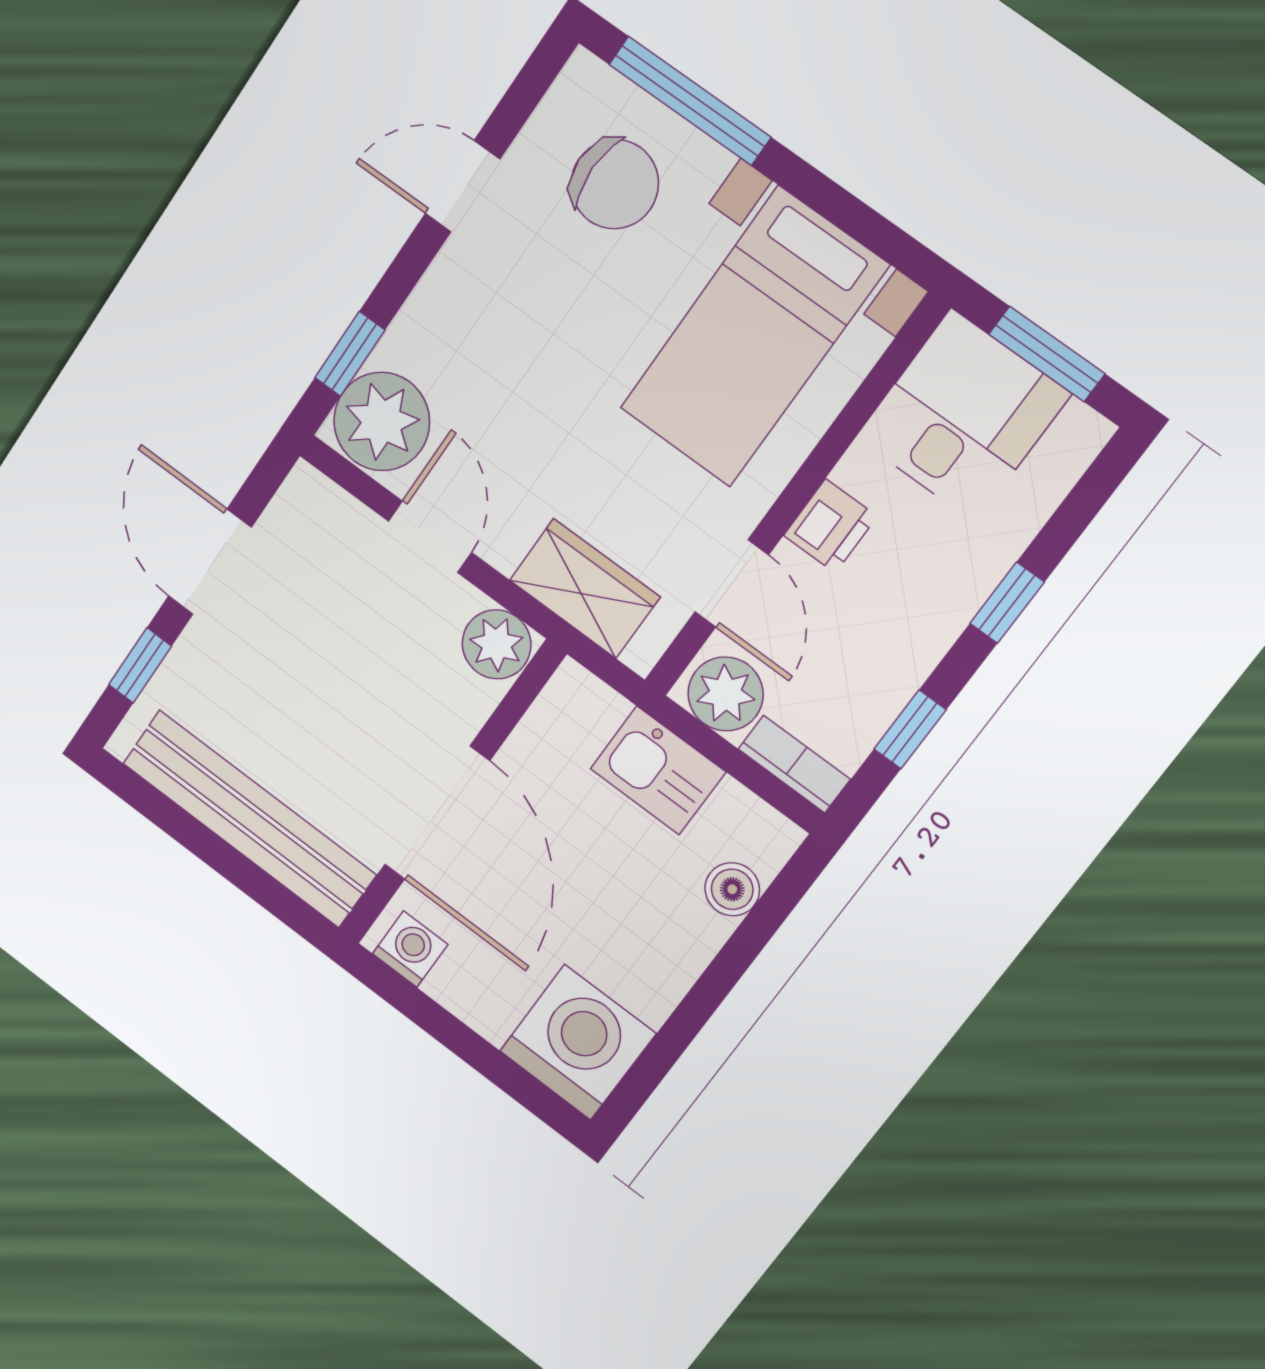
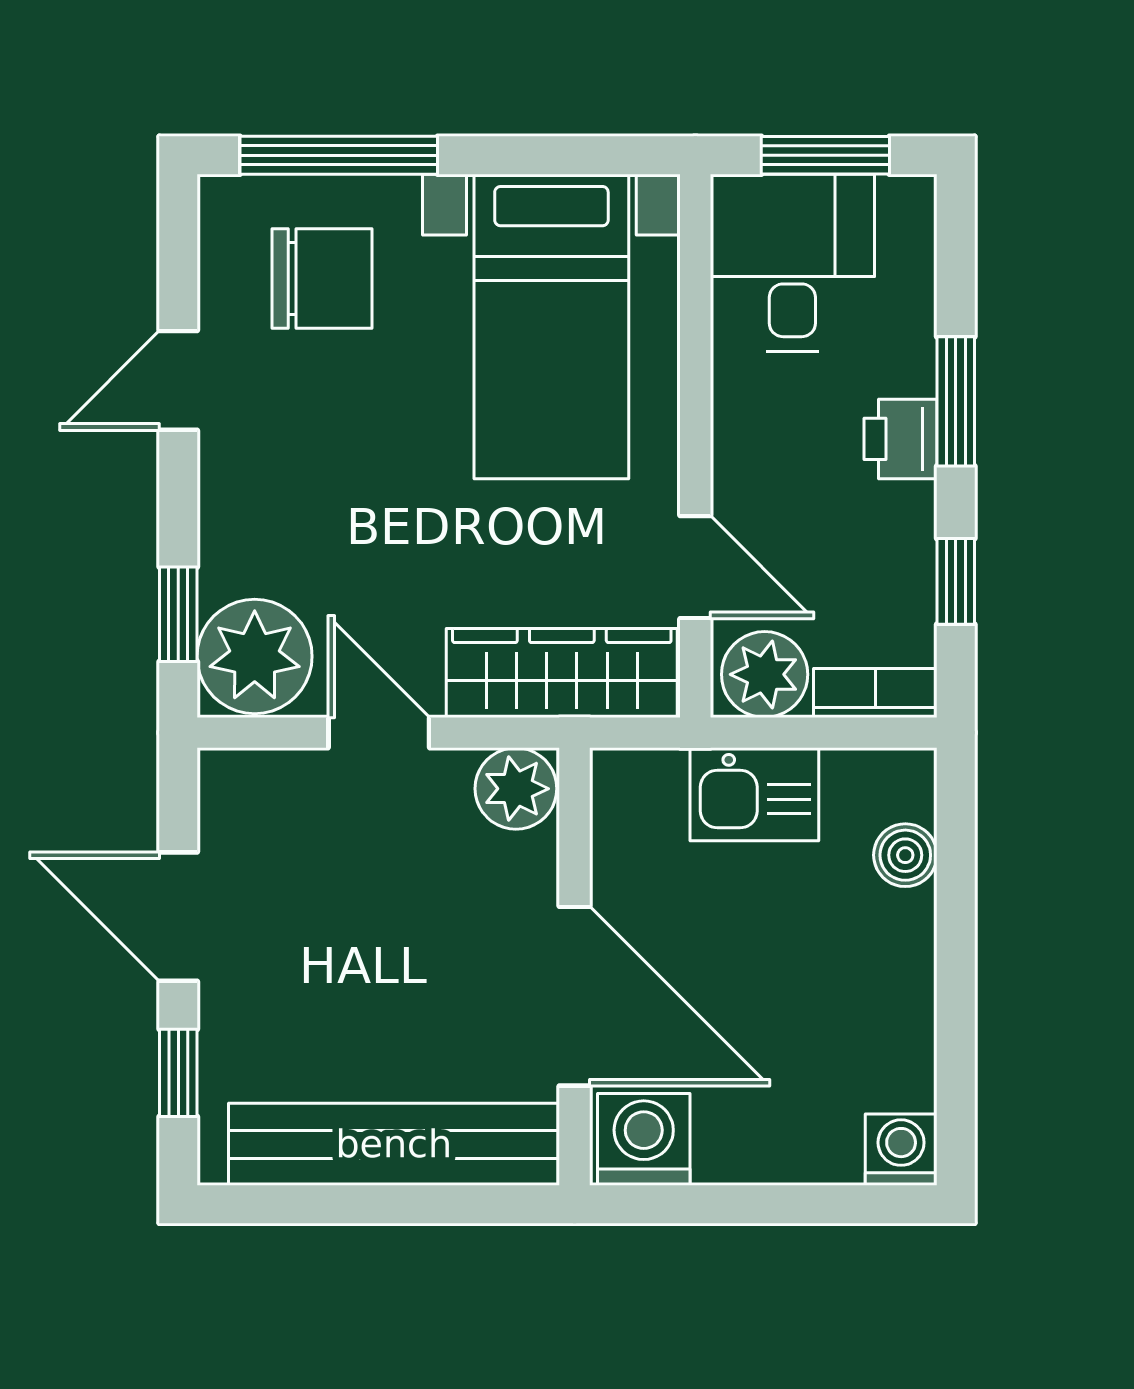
printer: (830, 526) -> (901, 439), moved, turned 180
wardrobe: (585, 588) -> (562, 673), width x1.50
window: (1007, 603) -> (956, 401), width x1.50
washing machine: (410, 949) -> (644, 1139), width x1.38, depth x1.38
washing machine: (578, 1042) -> (901, 1150), width x0.53, depth x0.53

